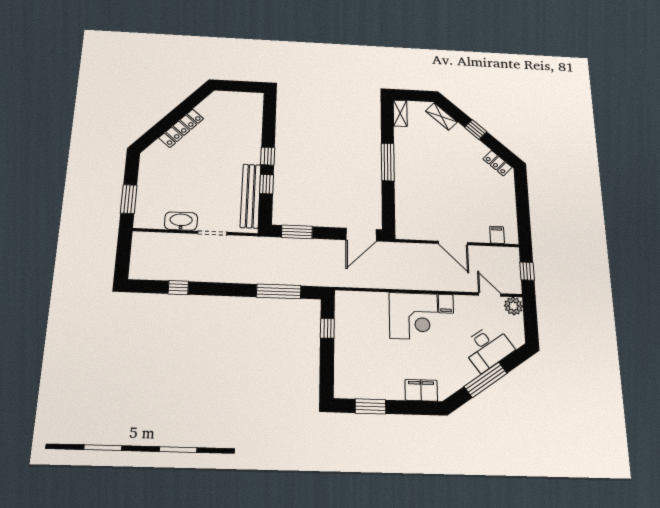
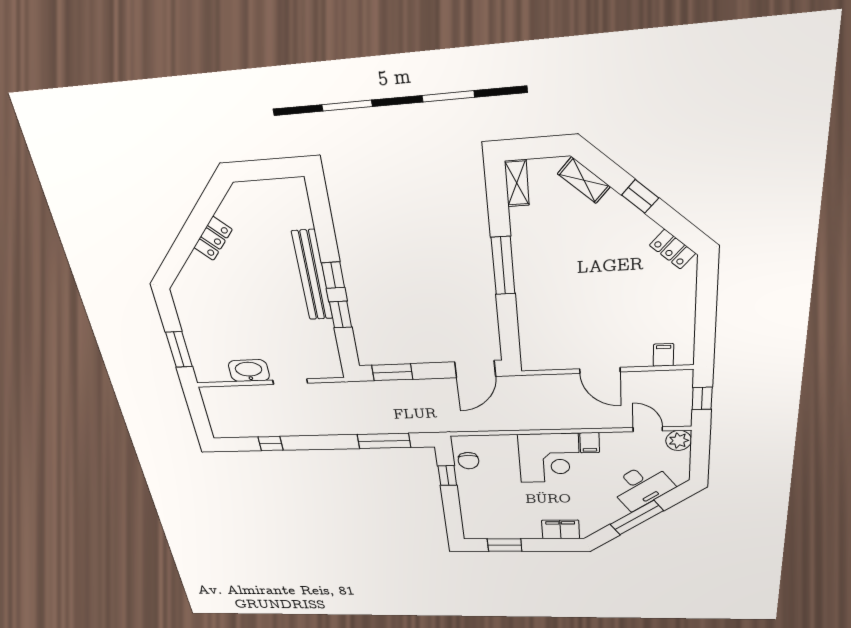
locker: (181, 128) -> (213, 238), width x0.66
bench: (251, 196) -> (312, 275), moved
chair: (347, 315) -> (468, 461), added

